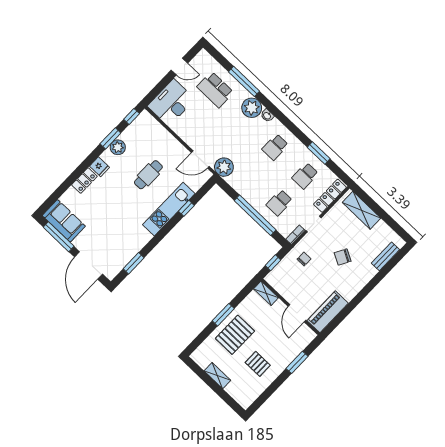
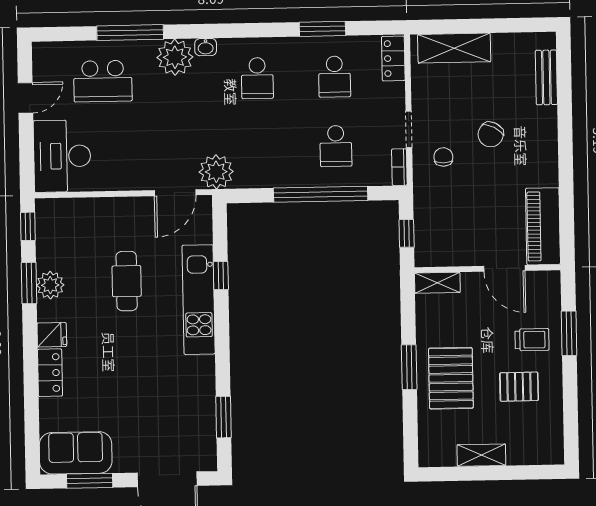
locker: (330, 196) -> (393, 58), width x0.66
window: (59, 237) -> (90, 481), width x0.69
chair: (304, 259) -> (443, 157), moved
trolley: (280, 351) -> (532, 340), added

